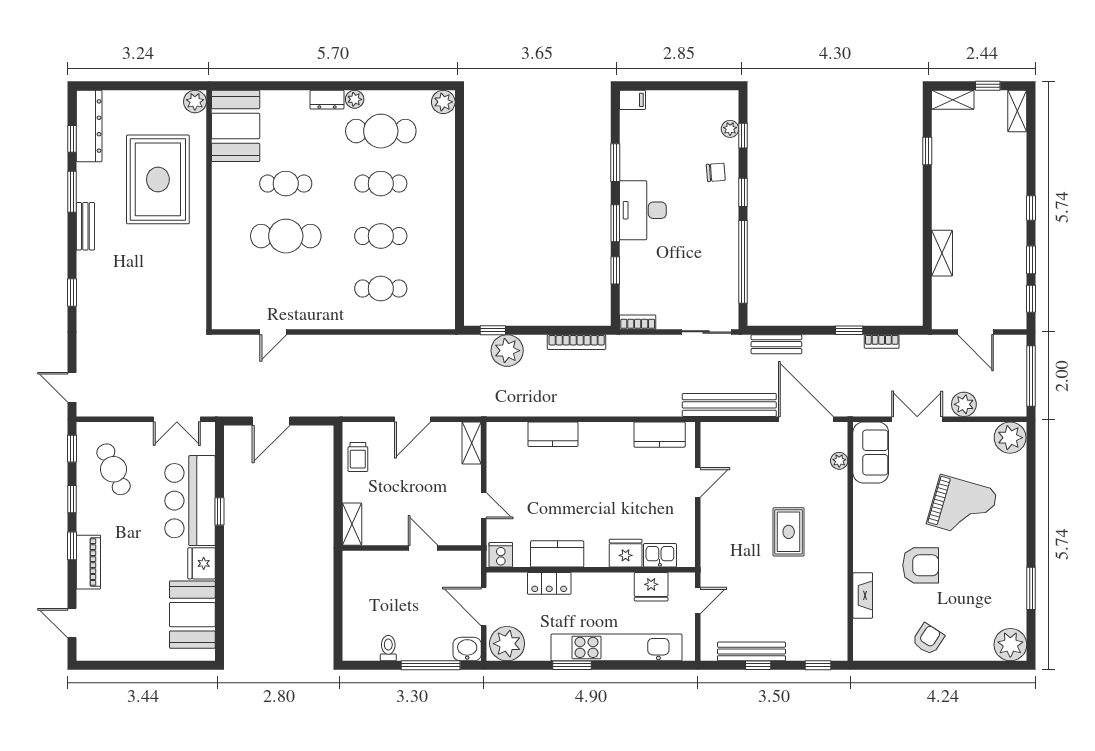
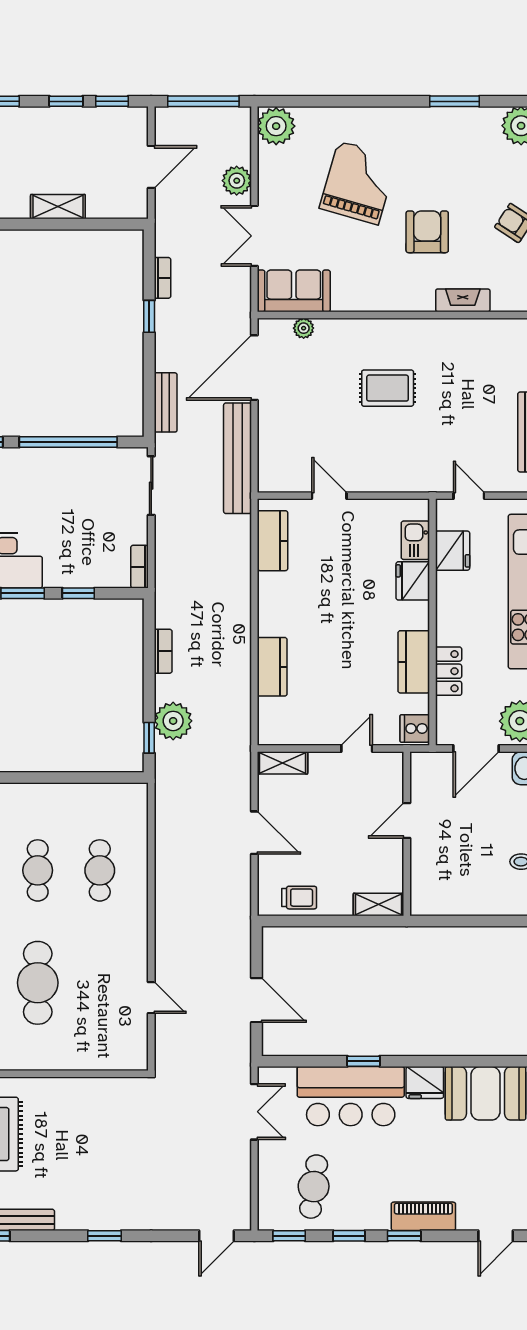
bookcase: (577, 342) -> (163, 651), width x0.64
cafe table: (114, 469) -> (314, 1187), turned -58

